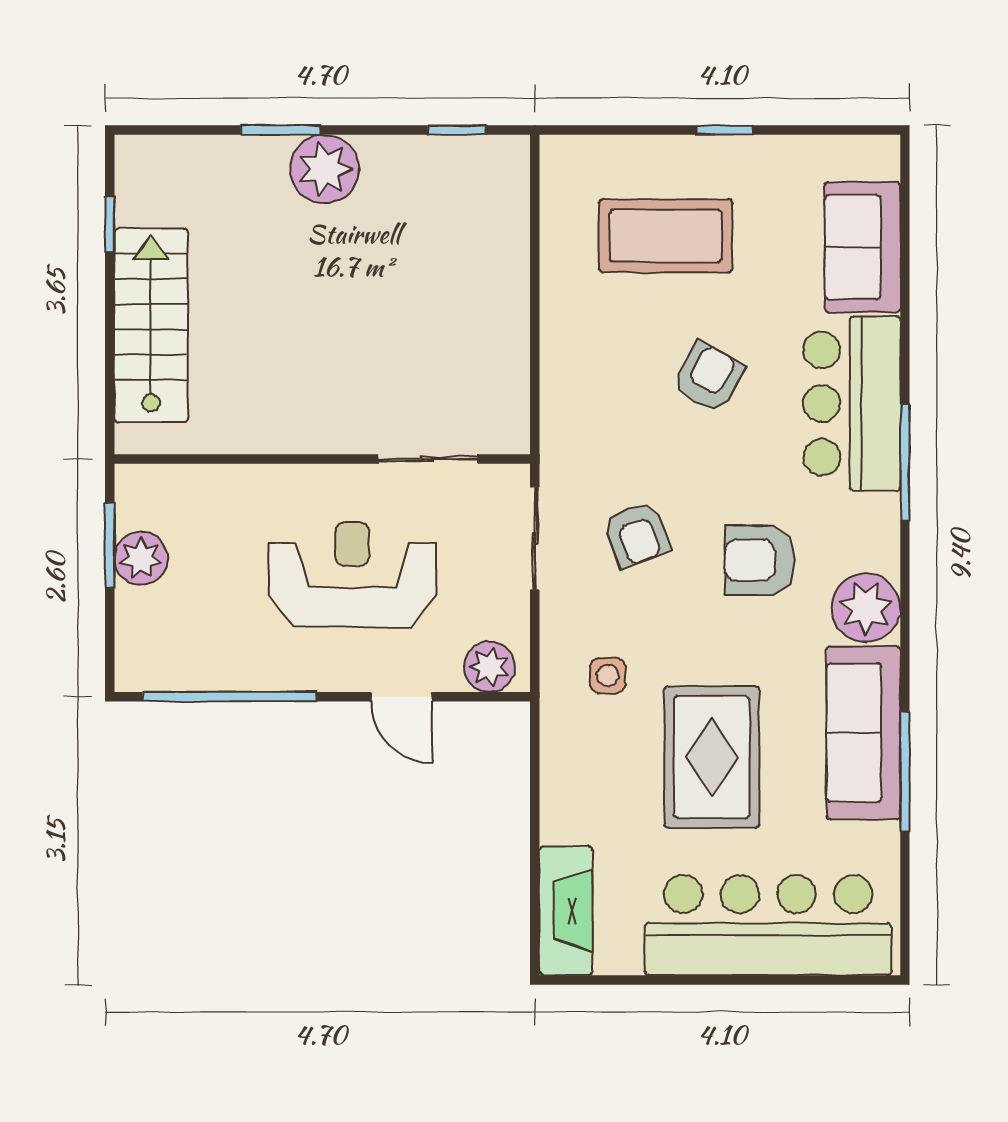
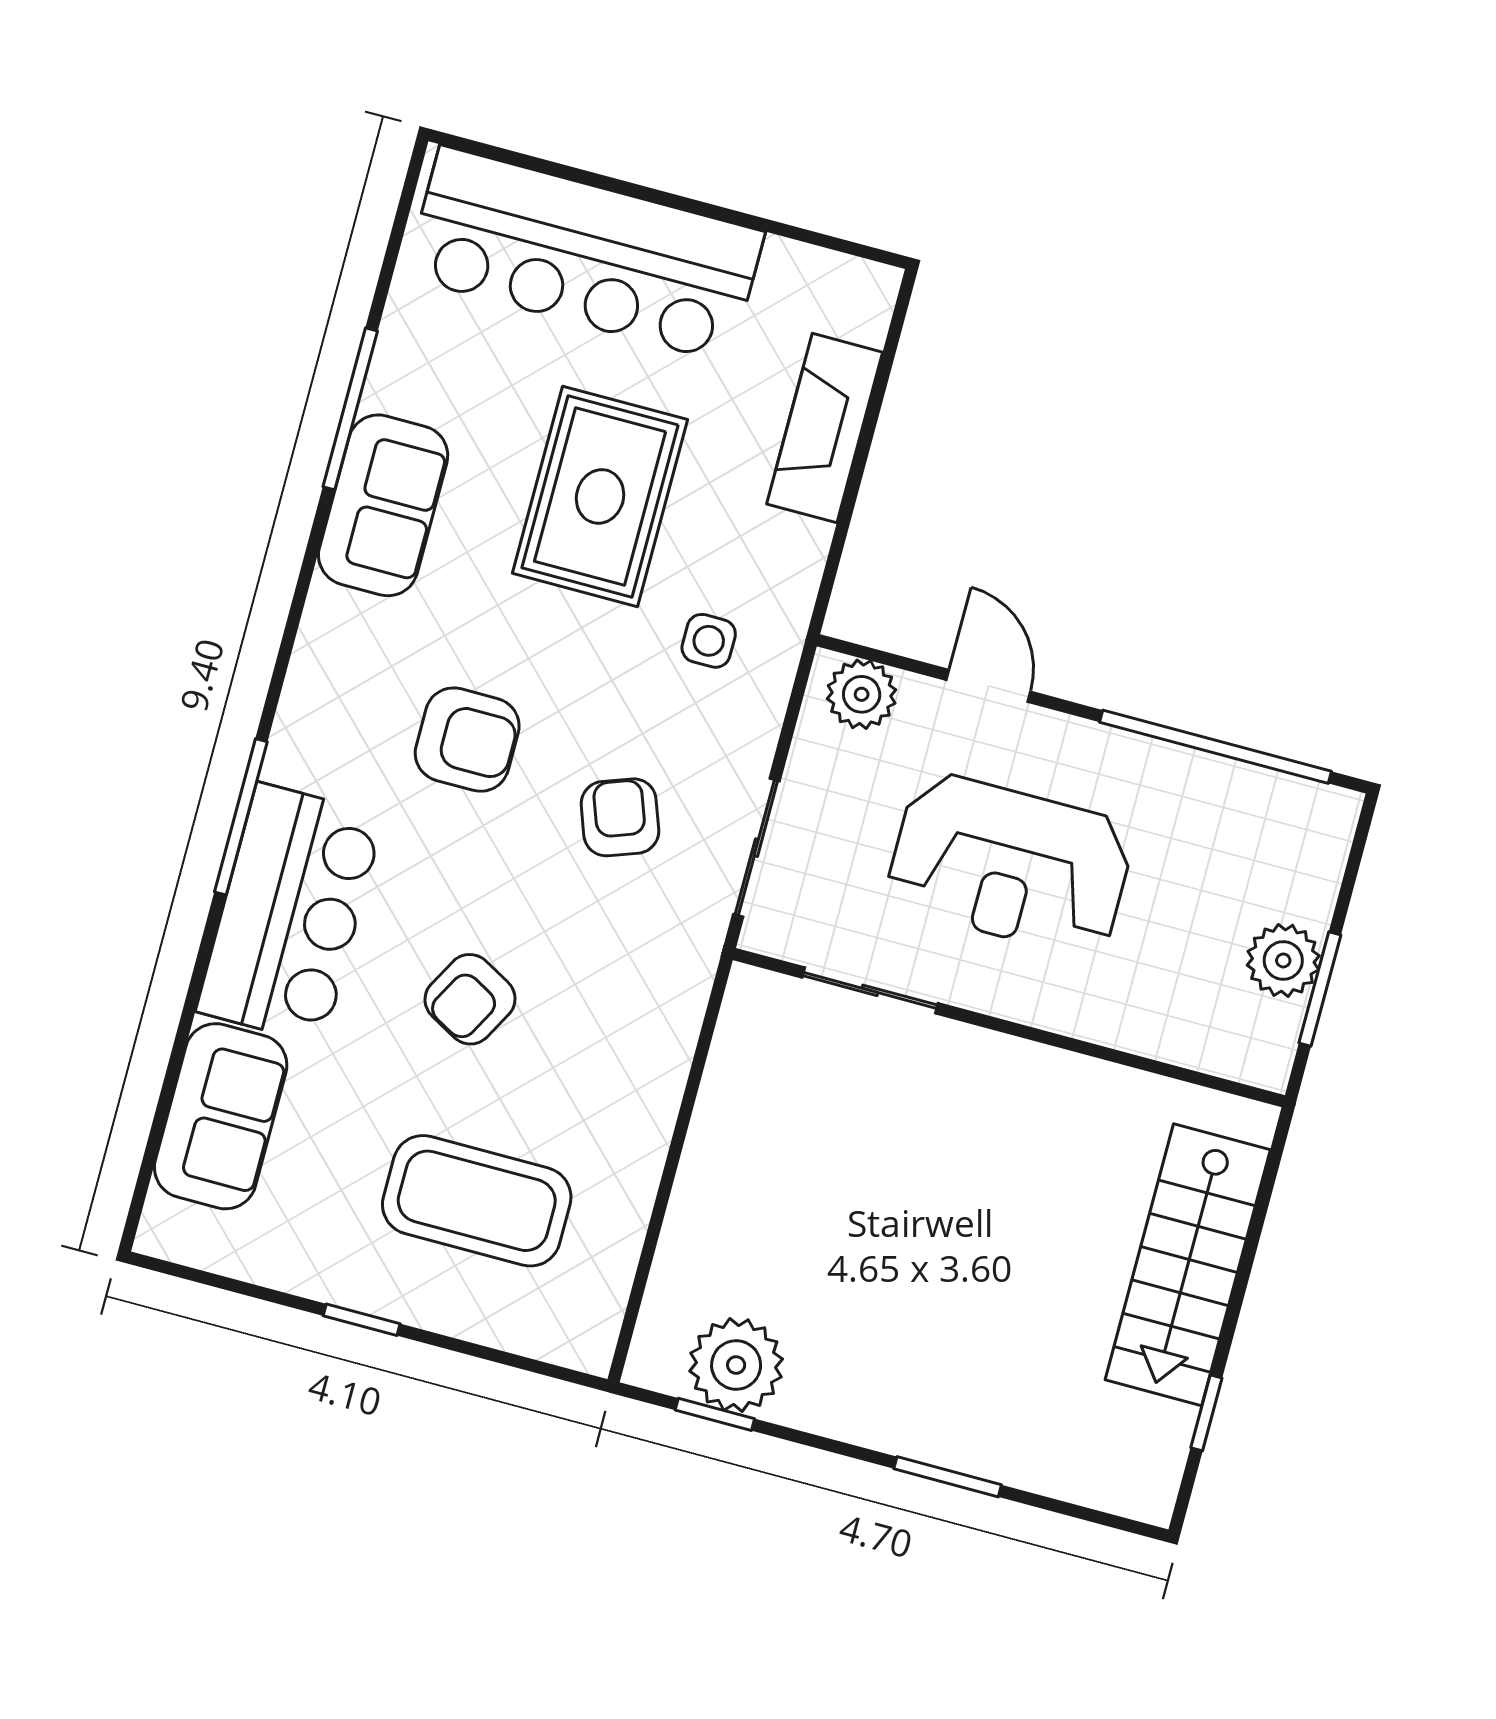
plant: (325, 169) -> (736, 1365), moved
plant: (866, 608) -> (344, 639), removed
sofa: (863, 733) -> (383, 505), width x0.73
fireplace: (566, 911) -> (825, 428), moved

